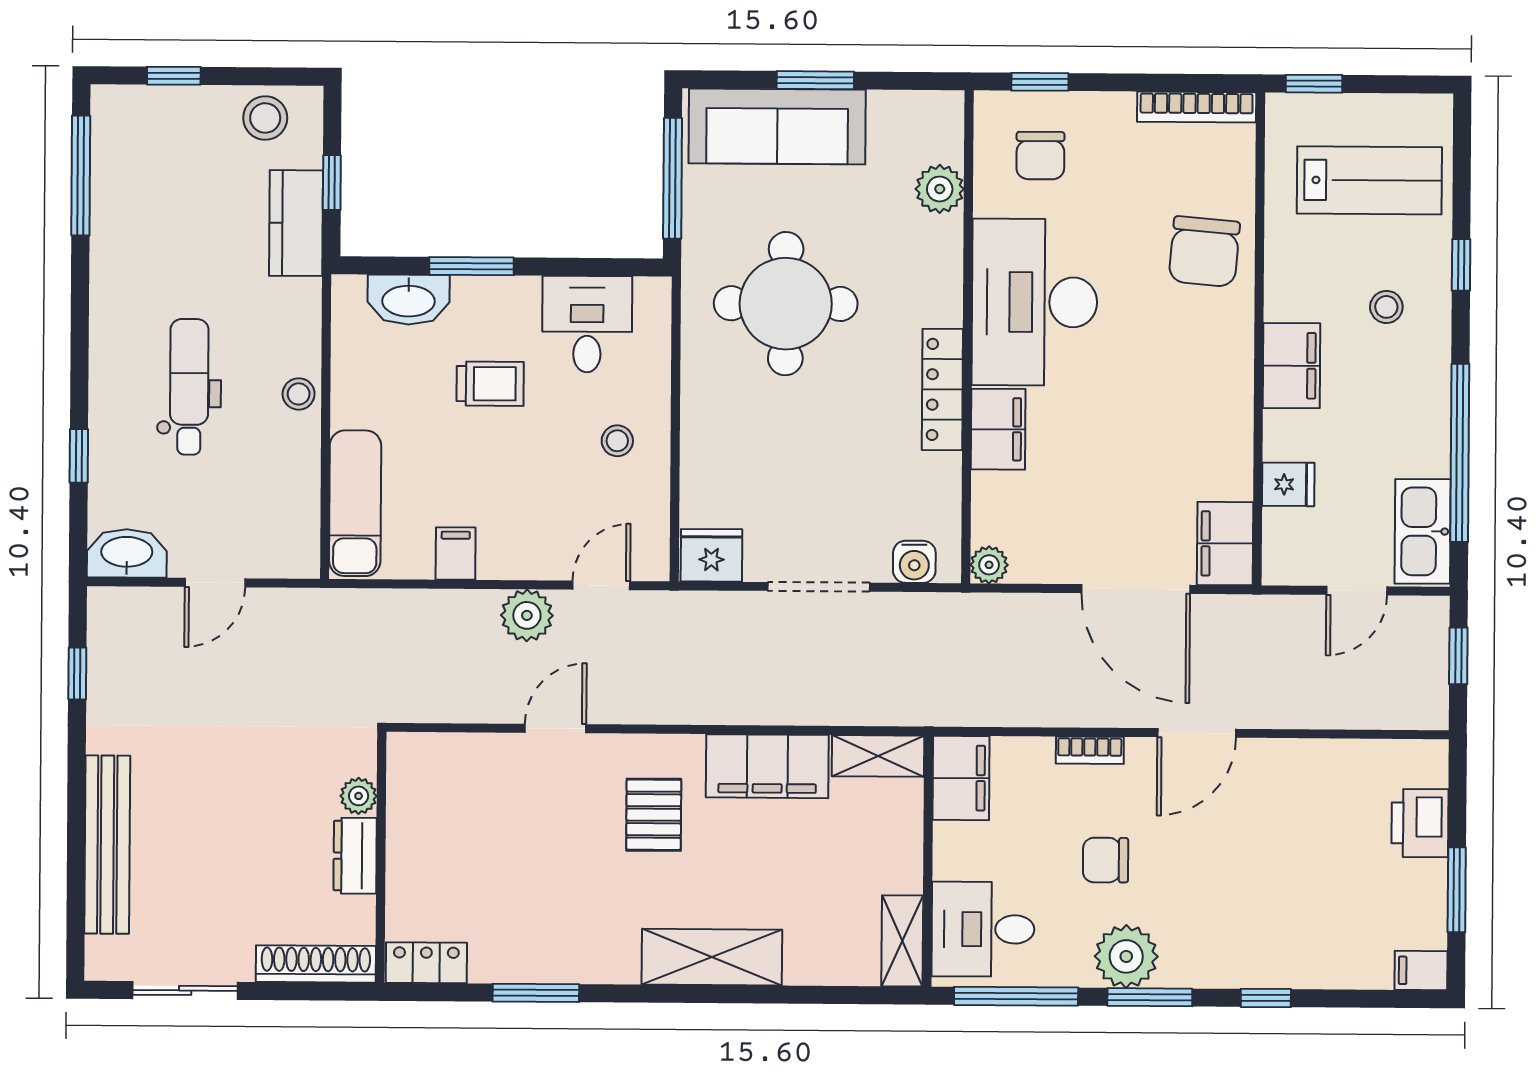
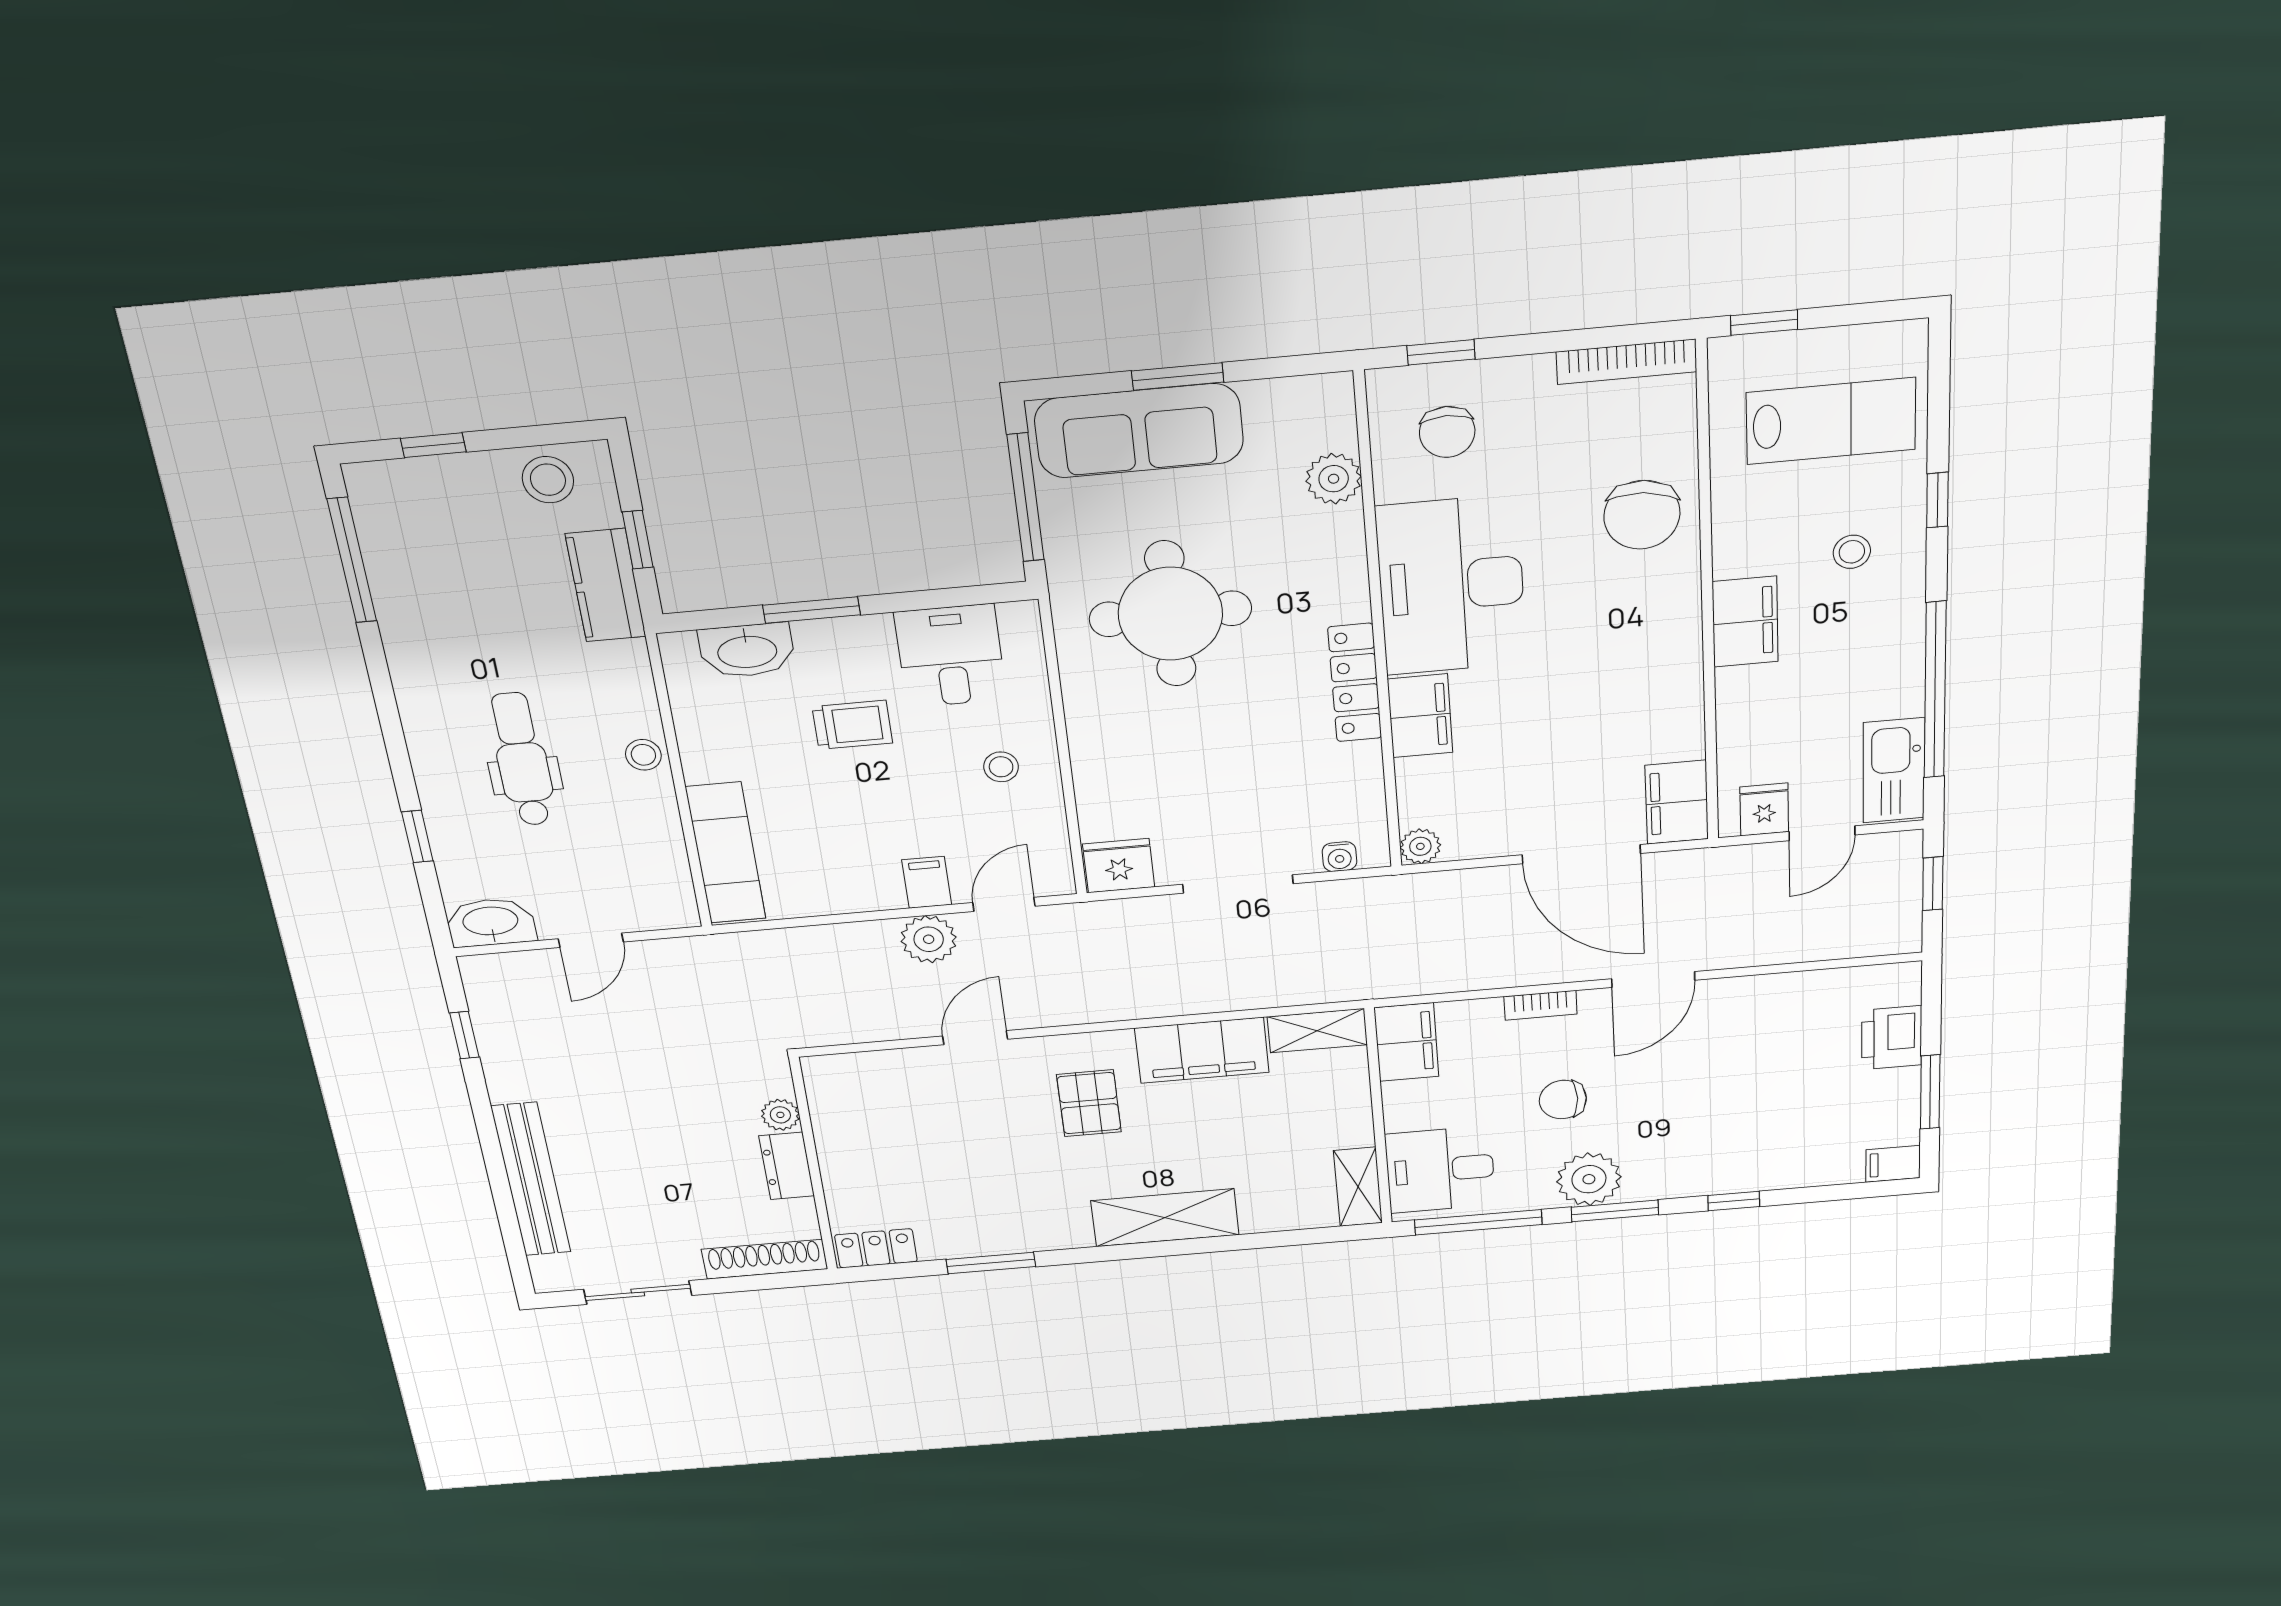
fridge: (1288, 484) -> (1764, 810), moved, turned -90
filing cabinet: (456, 554) -> (927, 882), moved
water cooler: (914, 562) -> (1339, 857), width x0.72, depth x0.72

